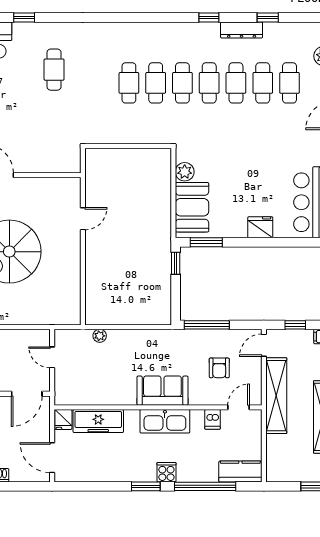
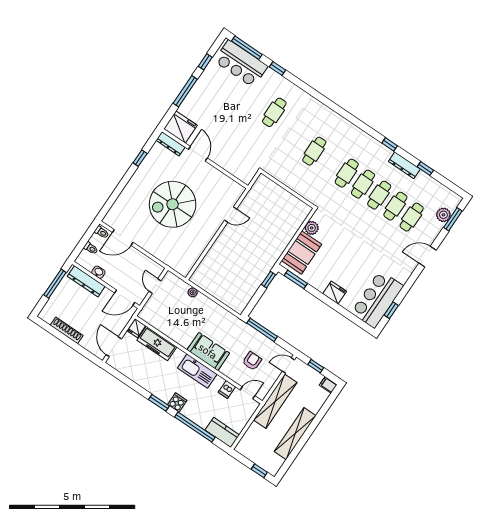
cafe table: (156, 83) -> (330, 162), removed
armchair: (219, 368) -> (252, 361), turned 180

